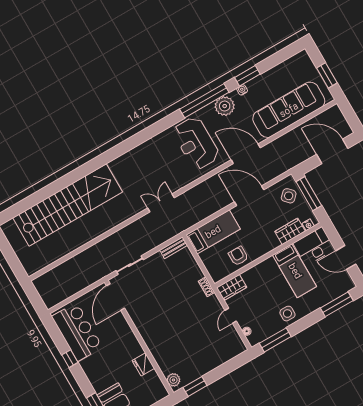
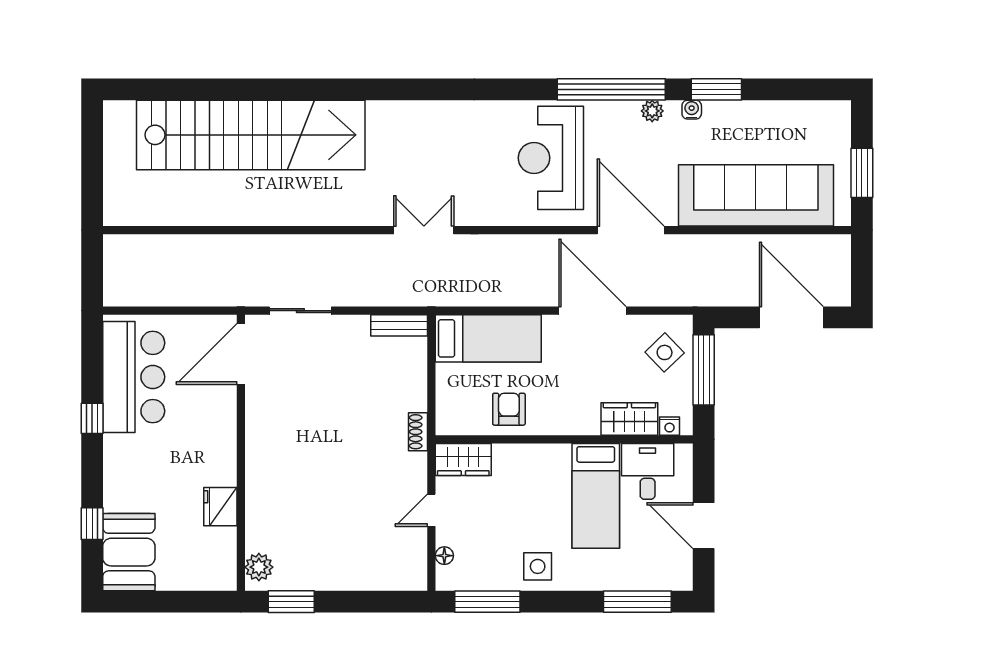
plant: (225, 106) -> (652, 111), width x0.53, depth x0.53
desk: (314, 246) -> (648, 471), width x0.73

